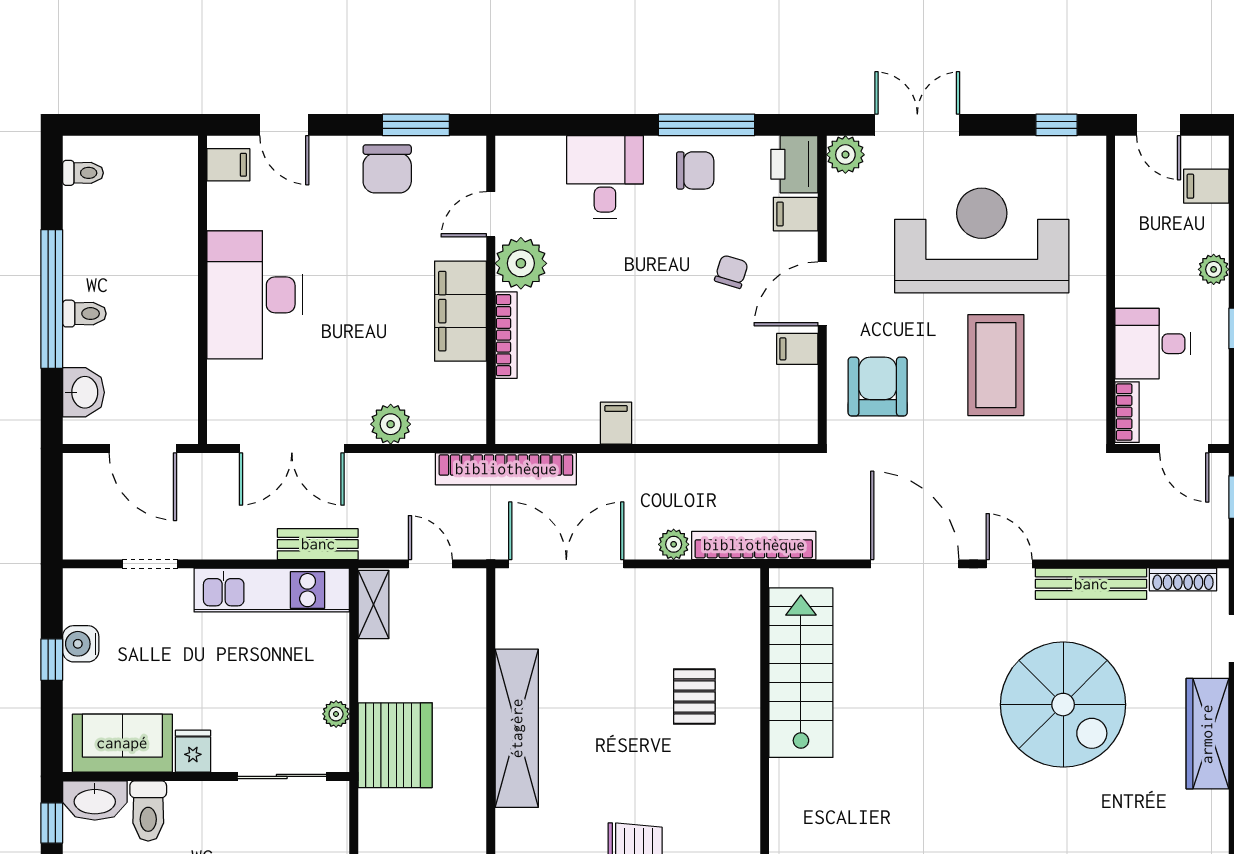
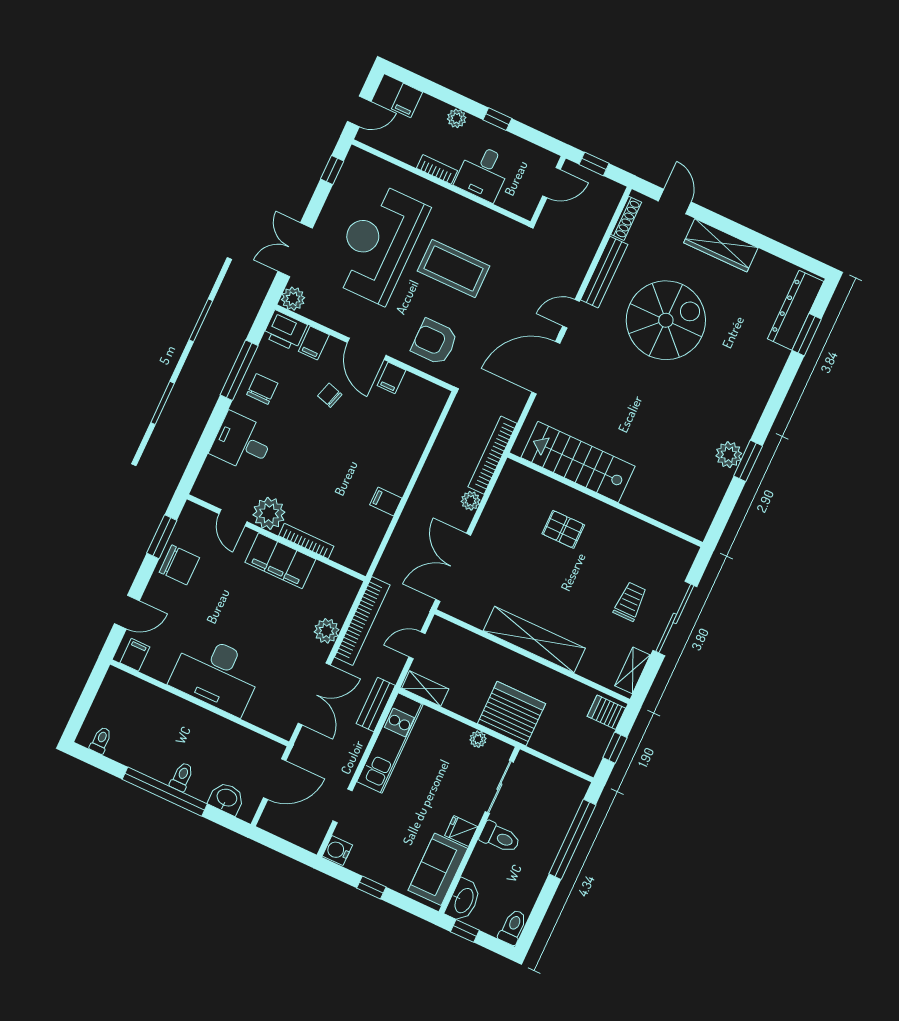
bookcase: (1127, 412) -> (437, 169), moved
bookcase: (506, 469) -> (362, 621), moved
water cooler: (81, 644) -> (337, 850), moved, turned 90
toilet: (148, 811) -> (500, 837), moved

